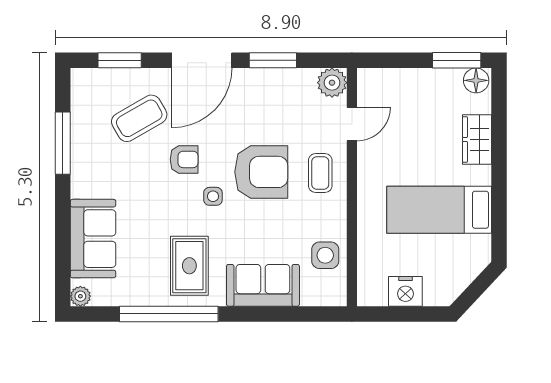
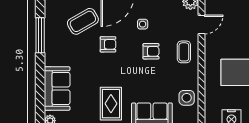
armchair: (261, 172) -> (151, 51), width x0.53, depth x0.53
side table: (213, 196) -> (143, 24), moved

